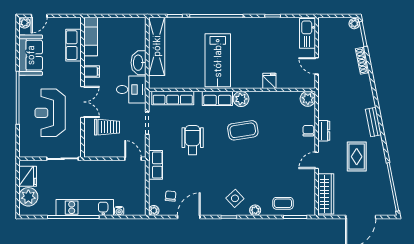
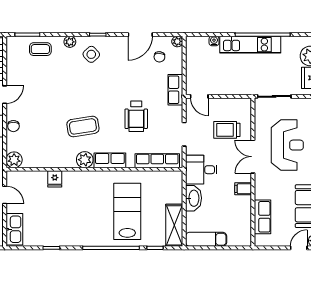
exam couch: (91, 37) -> (206, 239), moved, turned 90
shelving: (157, 46) -> (174, 225), width x0.68
lab bench: (218, 60) -> (127, 211), moved

